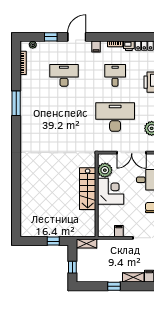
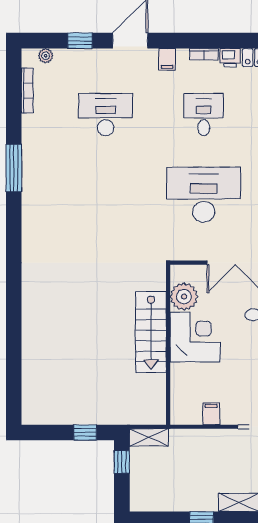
window: (72, 267) -> (122, 462), moved

